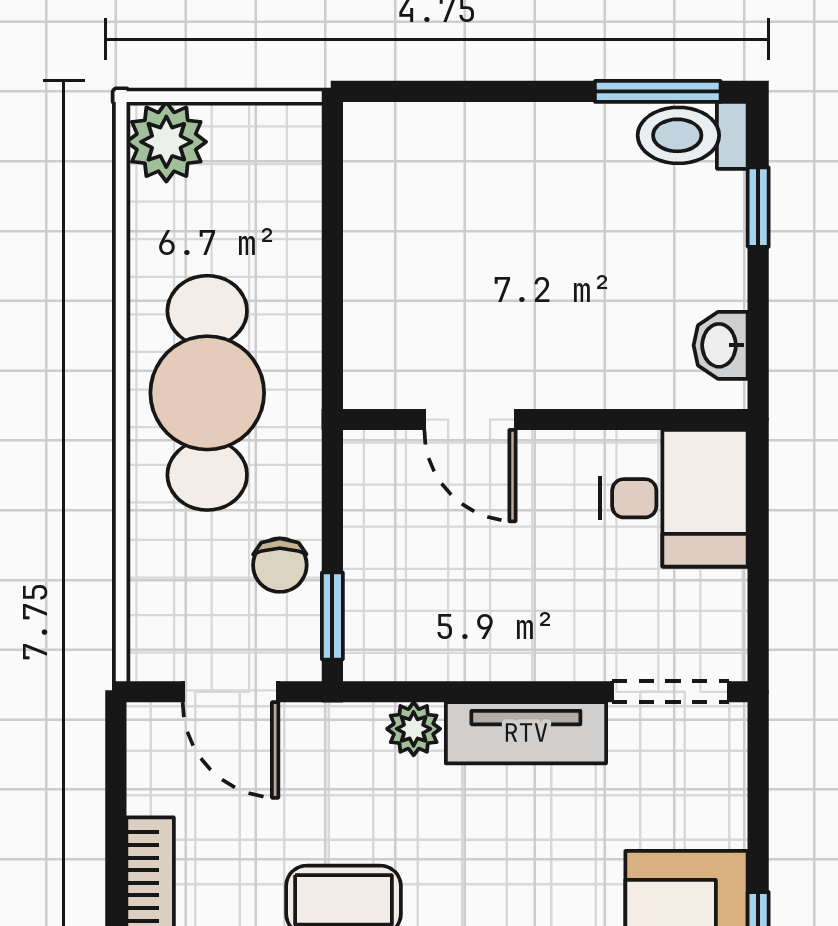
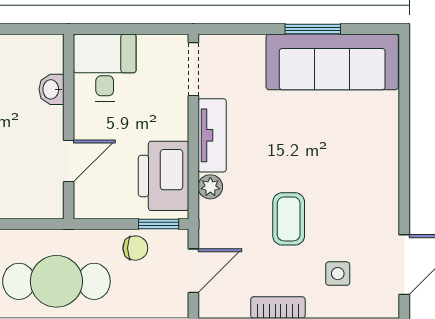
washbasin: (721, 345) -> (51, 89), moved, turned 90
printer: (437, 627) -> (163, 176), added

